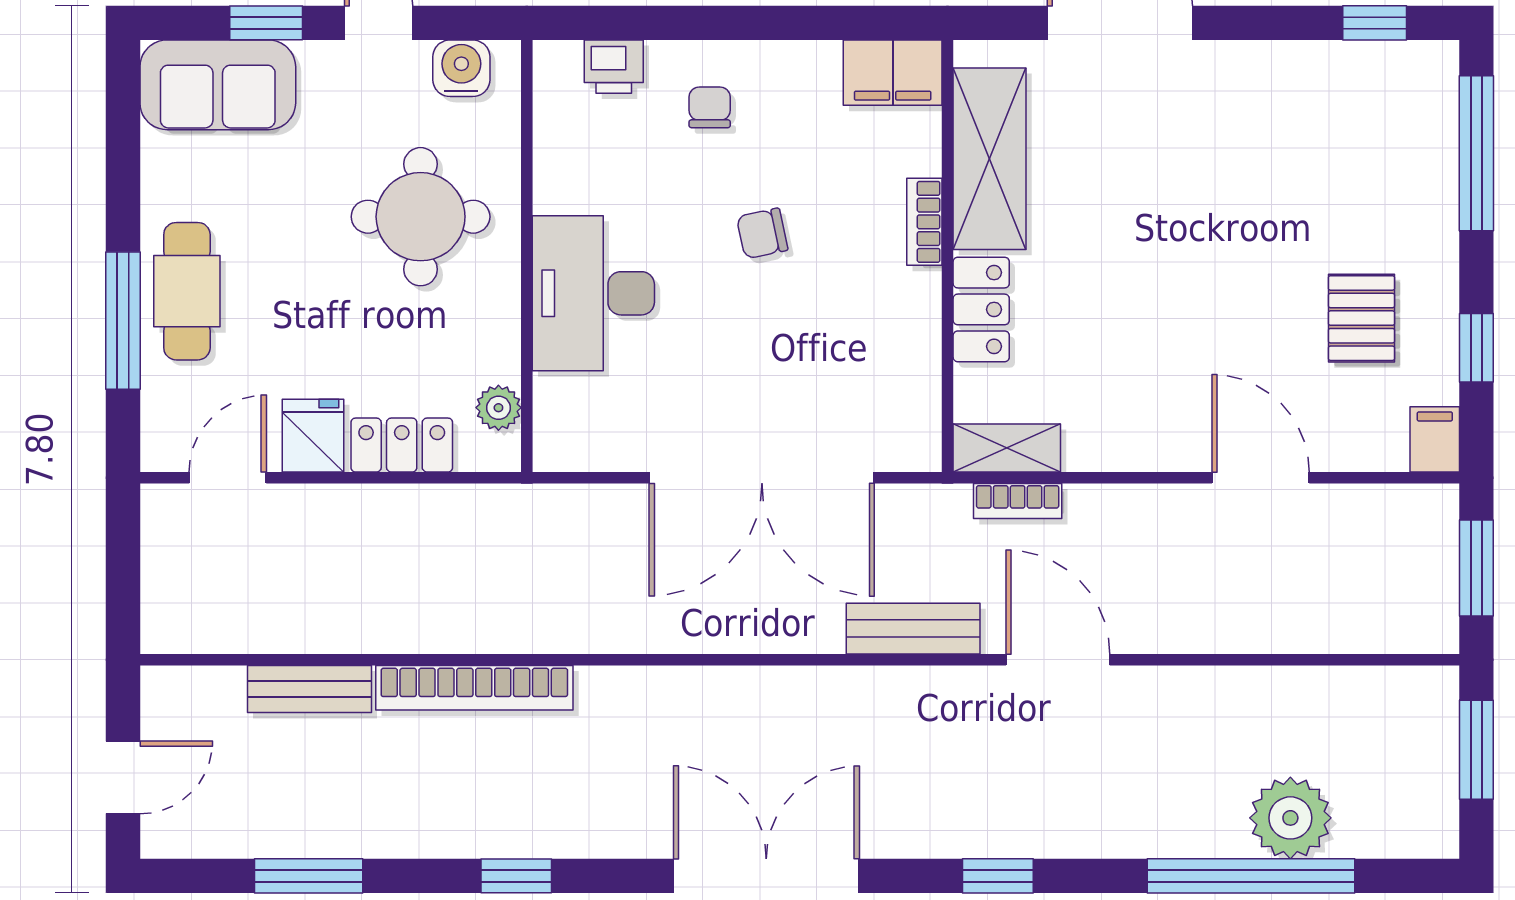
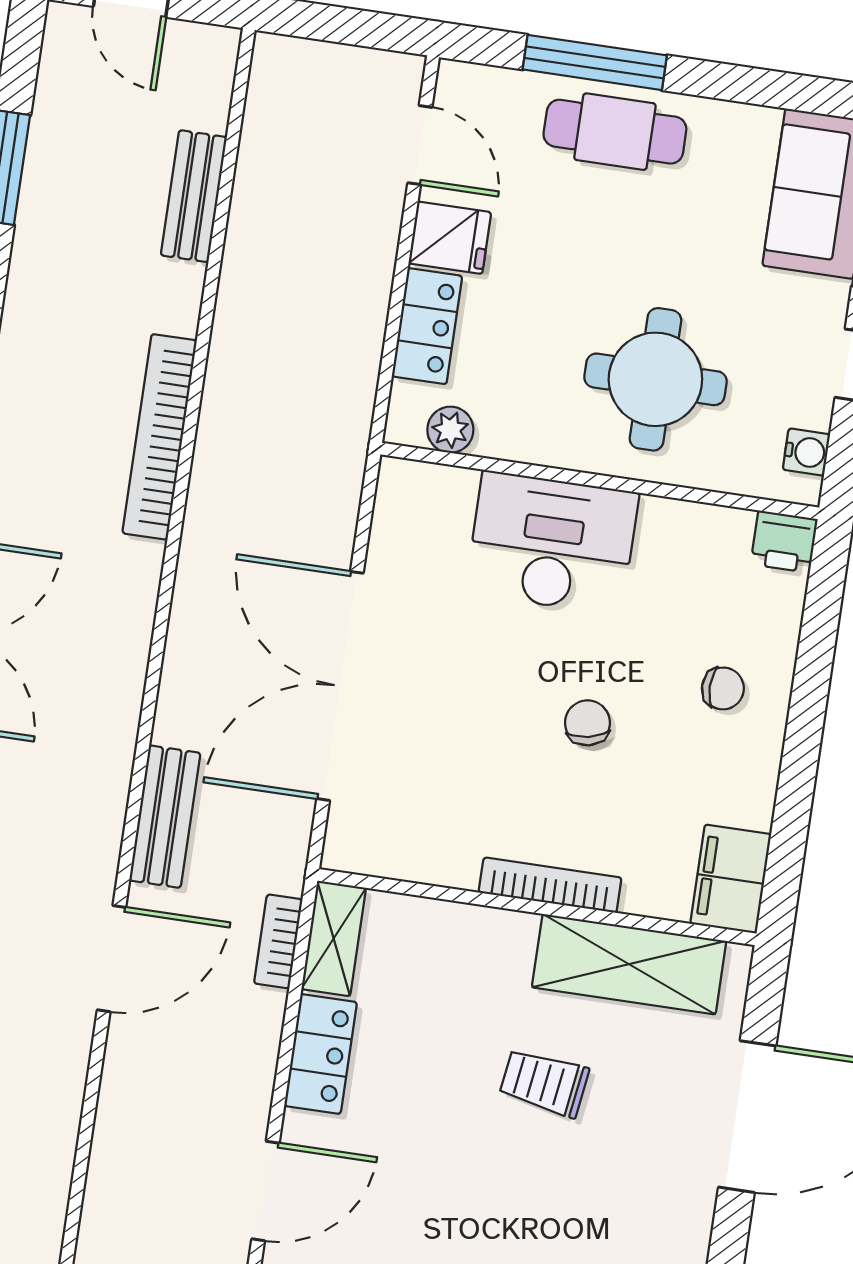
printer: (614, 67) -> (784, 542), moved, turned -90
water cooler: (461, 68) -> (806, 452), width x0.72, depth x0.72
bookcase: (924, 222) -> (550, 885), width x1.56
trolley: (1116, 224) -> (544, 1083), added
locker: (981, 309) -> (321, 1054), moved, turned -90
bookcase: (474, 688) -> (160, 437), moved

